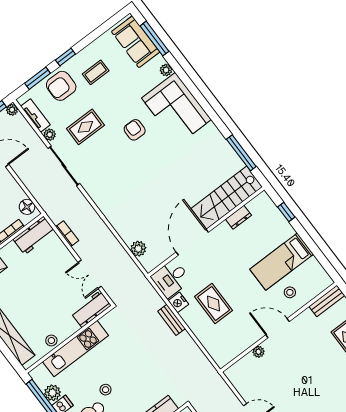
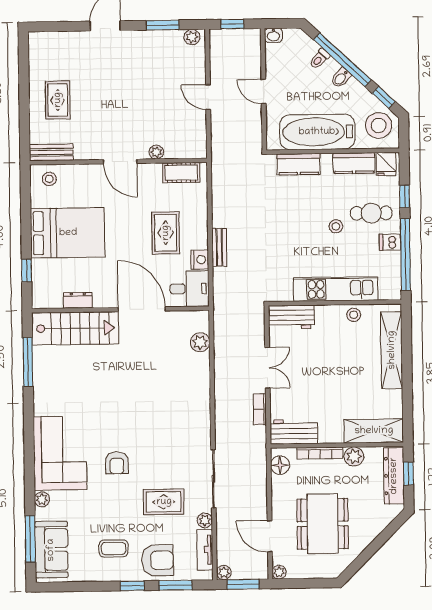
door: (192, 242) -> (142, 309), swing flipped
bed: (282, 262) -> (68, 233), width x1.50
double door: (90, 274) -> (267, 368), moved
stool: (290, 292) -> (49, 179), moved
cot: (232, 350) -> (181, 173), added
plant: (53, 393) -> (391, 262), removed

